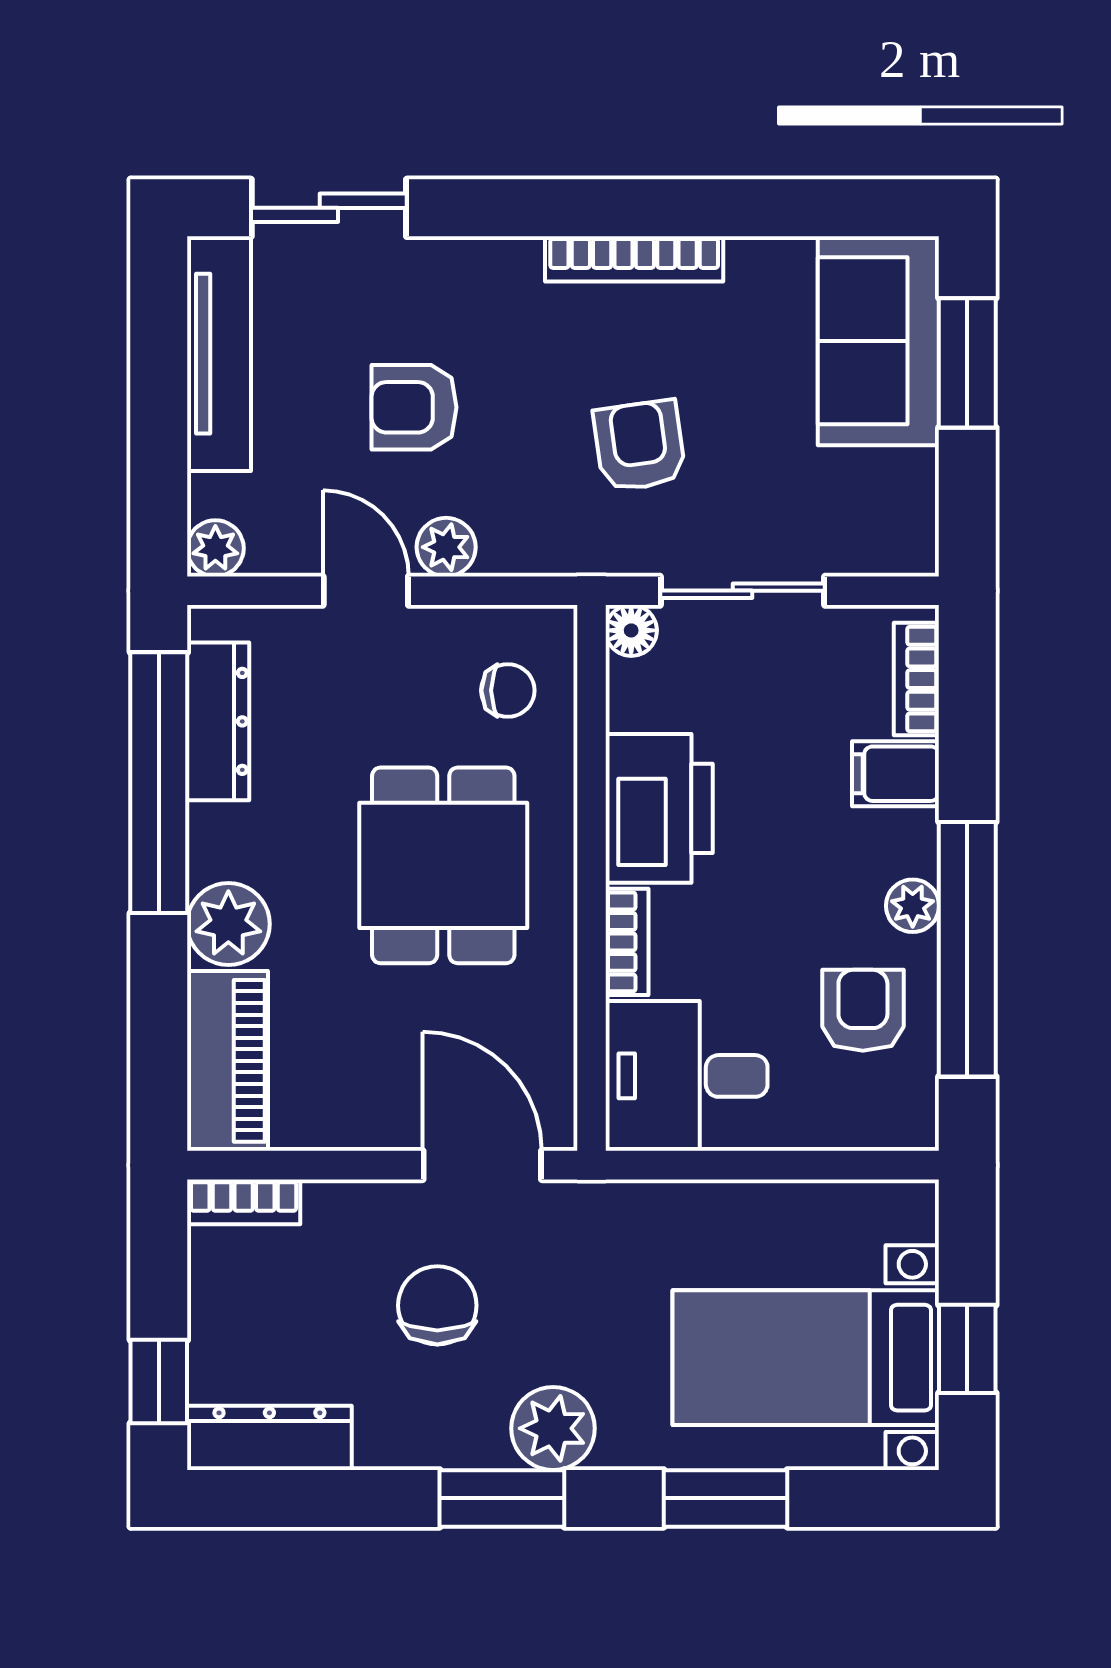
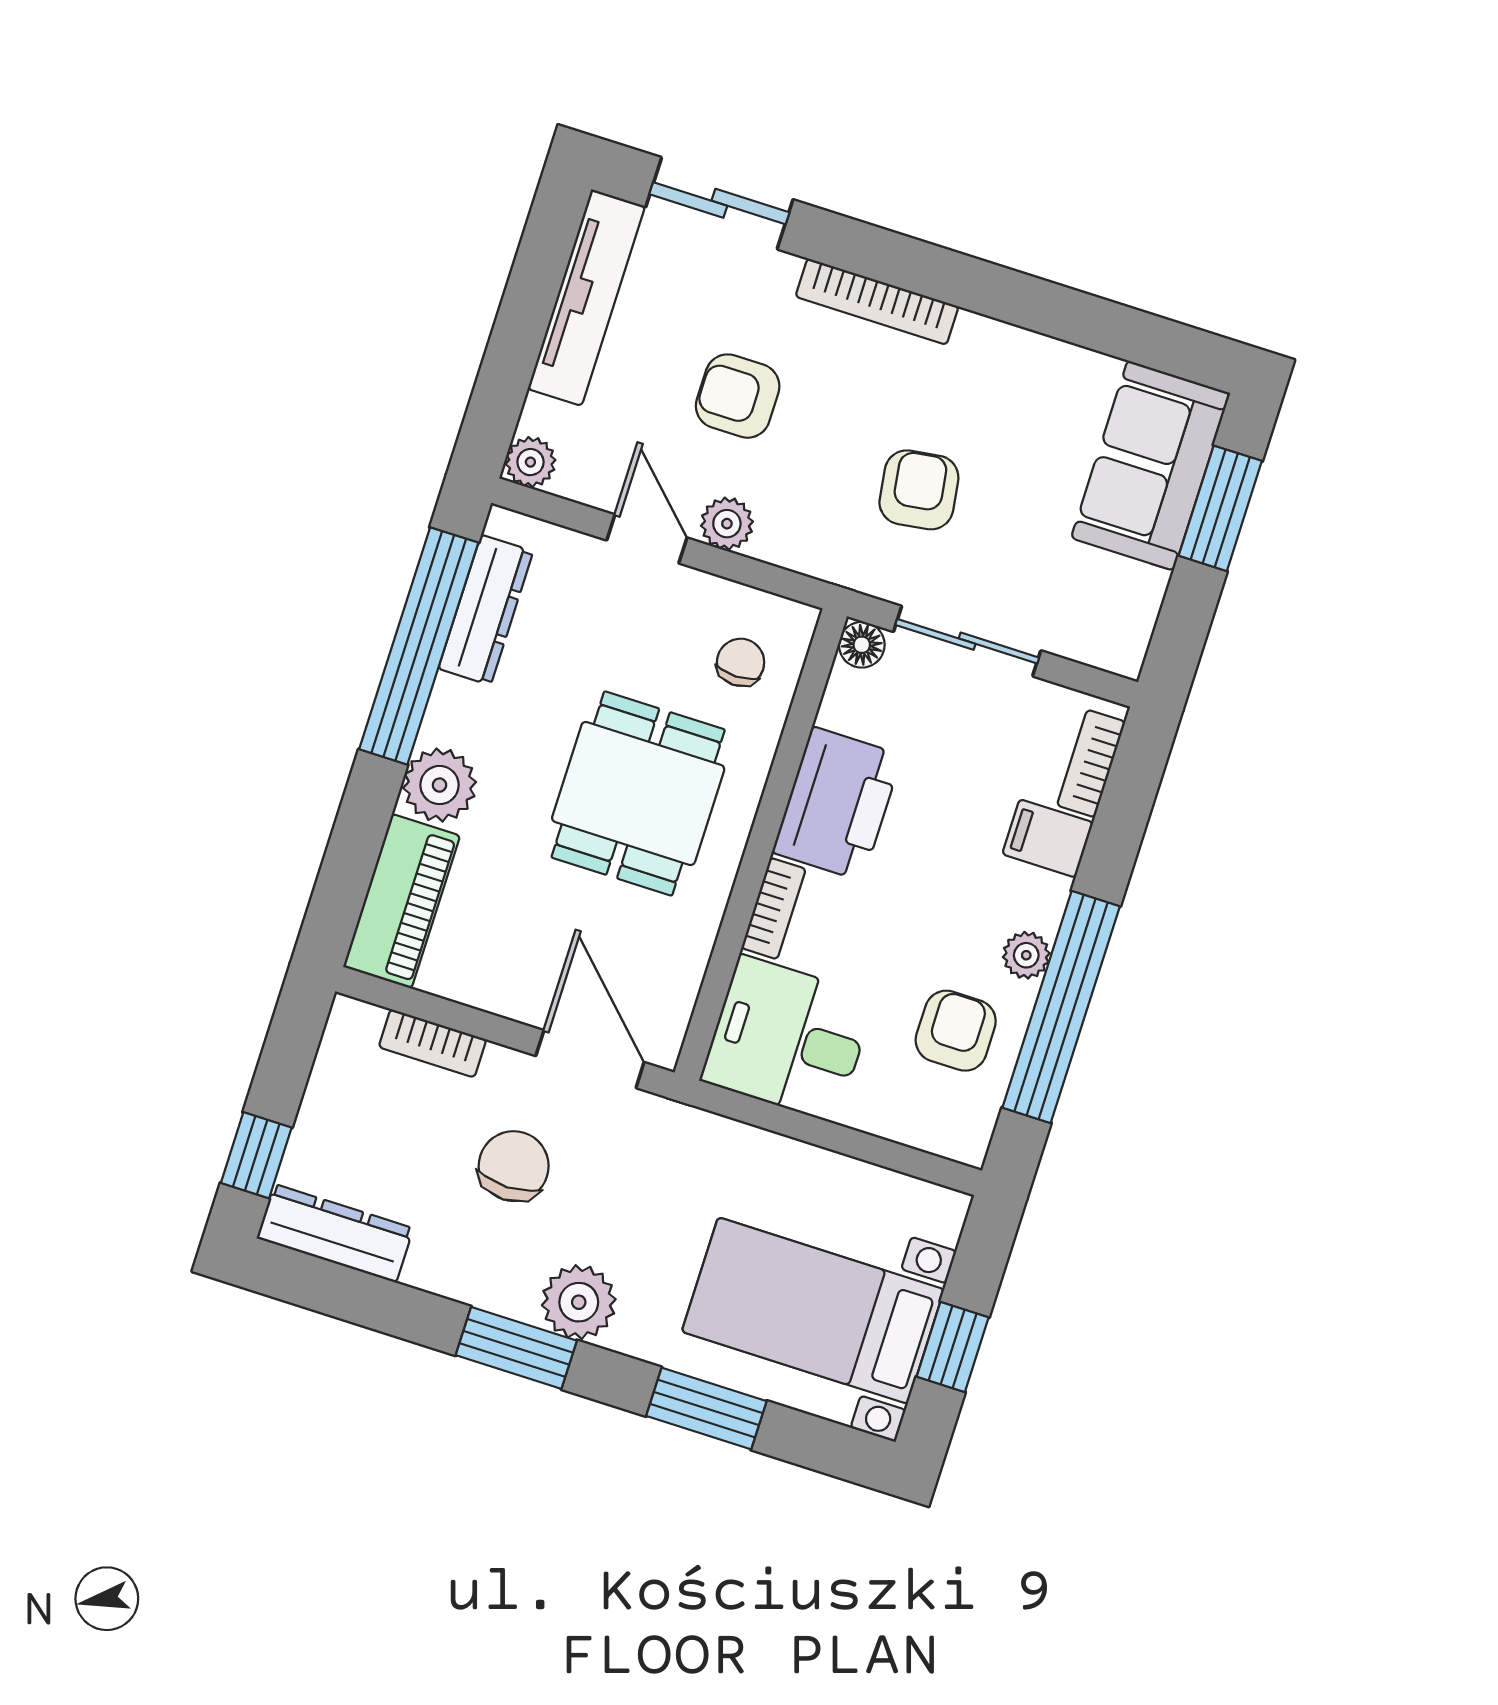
bookcase: (634, 259) -> (877, 301), moved
chair: (508, 690) -> (741, 662), turned -90
bookcase: (244, 1202) -> (433, 1043), moved

